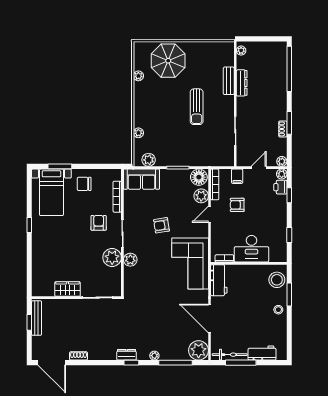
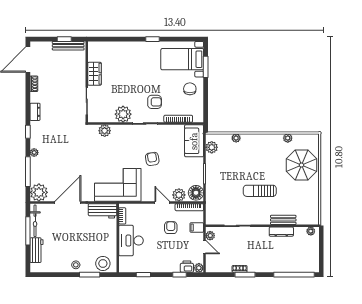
plant: (282, 161) -> (210, 236), moved
plant: (130, 260) -> (105, 131), moved
dresser: (127, 355) -> (35, 112), moved

